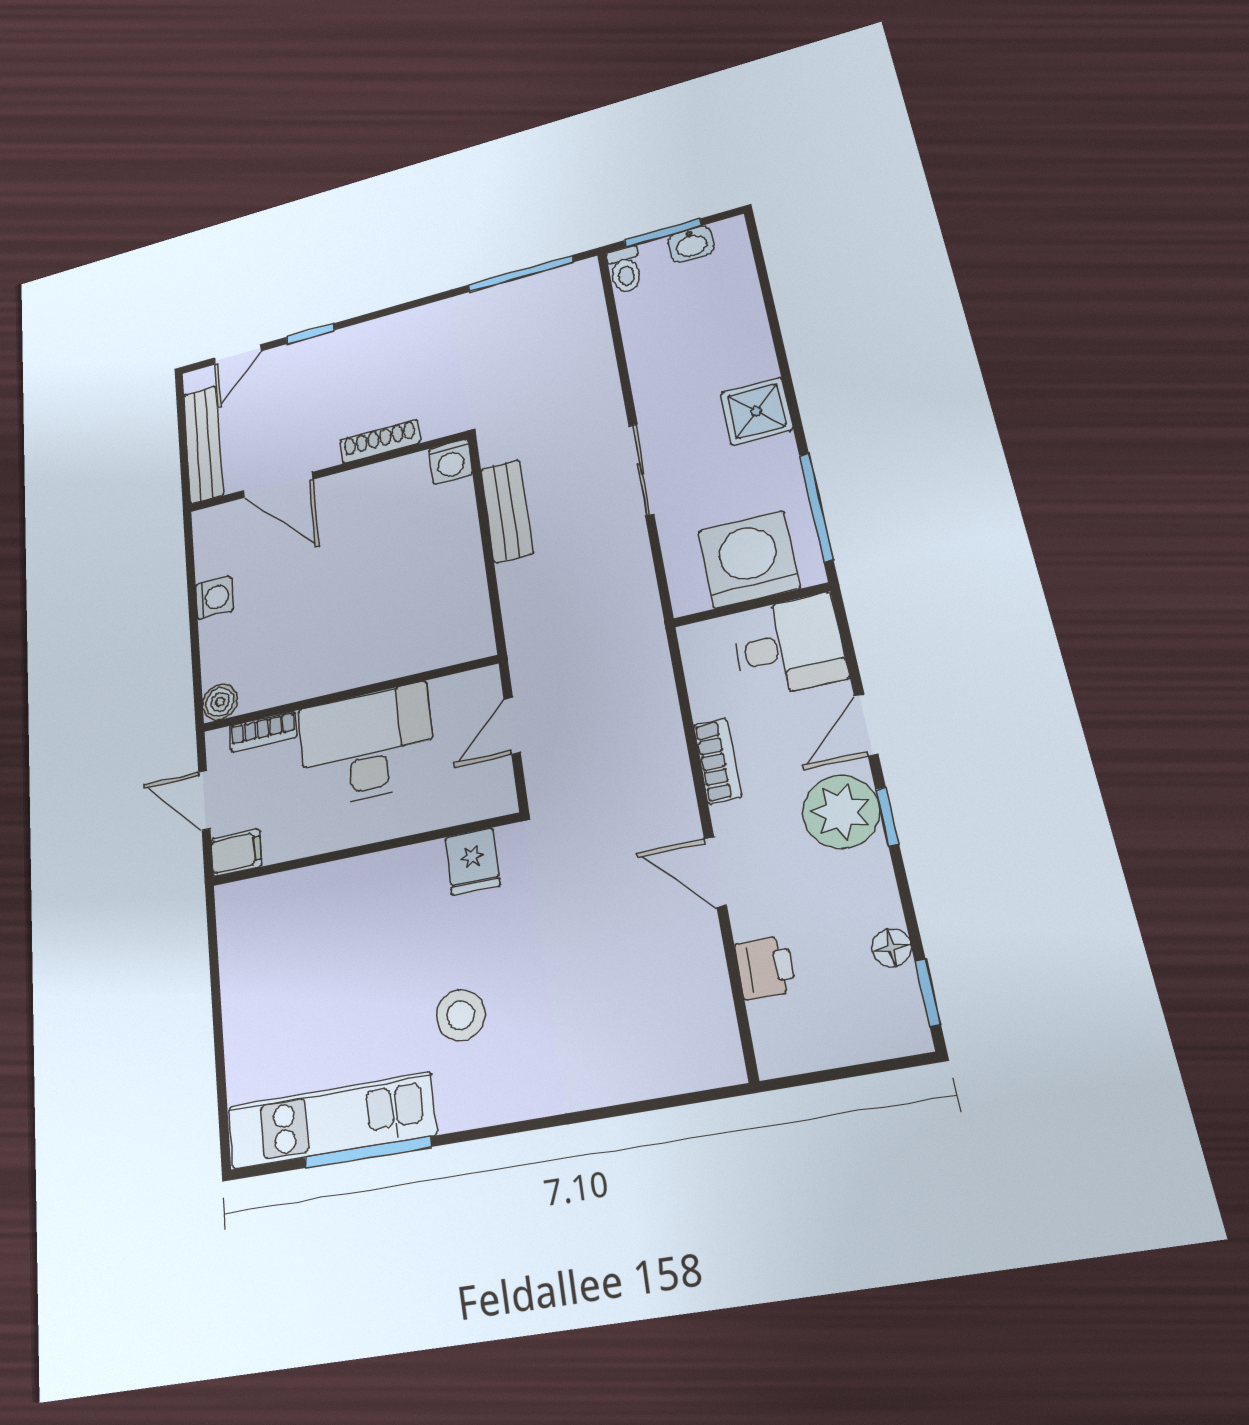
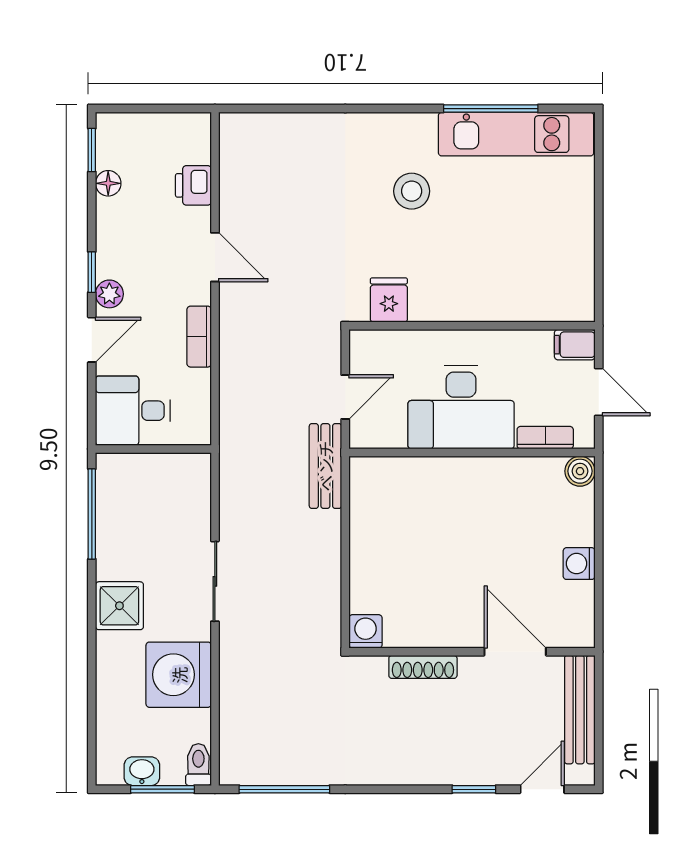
bench: (507, 511) -> (325, 466), moved
washing machine: (749, 560) -> (179, 675), moved, turned 90
plant: (841, 812) -> (109, 294), width x0.53, depth x0.53

